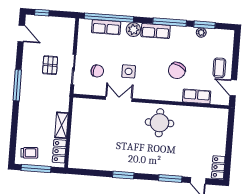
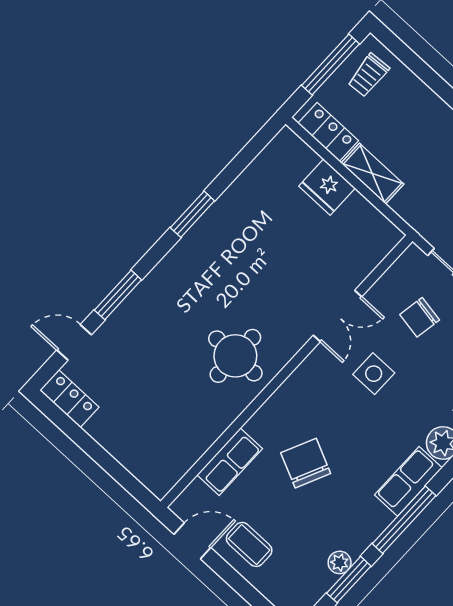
fridge: (78, 137) -> (327, 187), added

